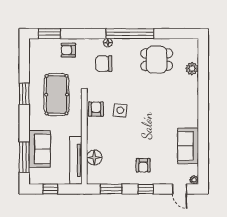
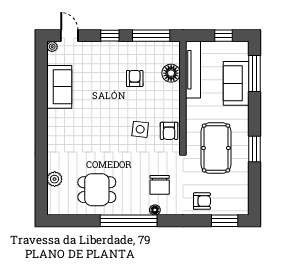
chair: (104, 64) -> (160, 185), turned 90
armchair: (143, 165) -> (135, 78), moved
window: (111, 189) -> (151, 36), width x1.44

